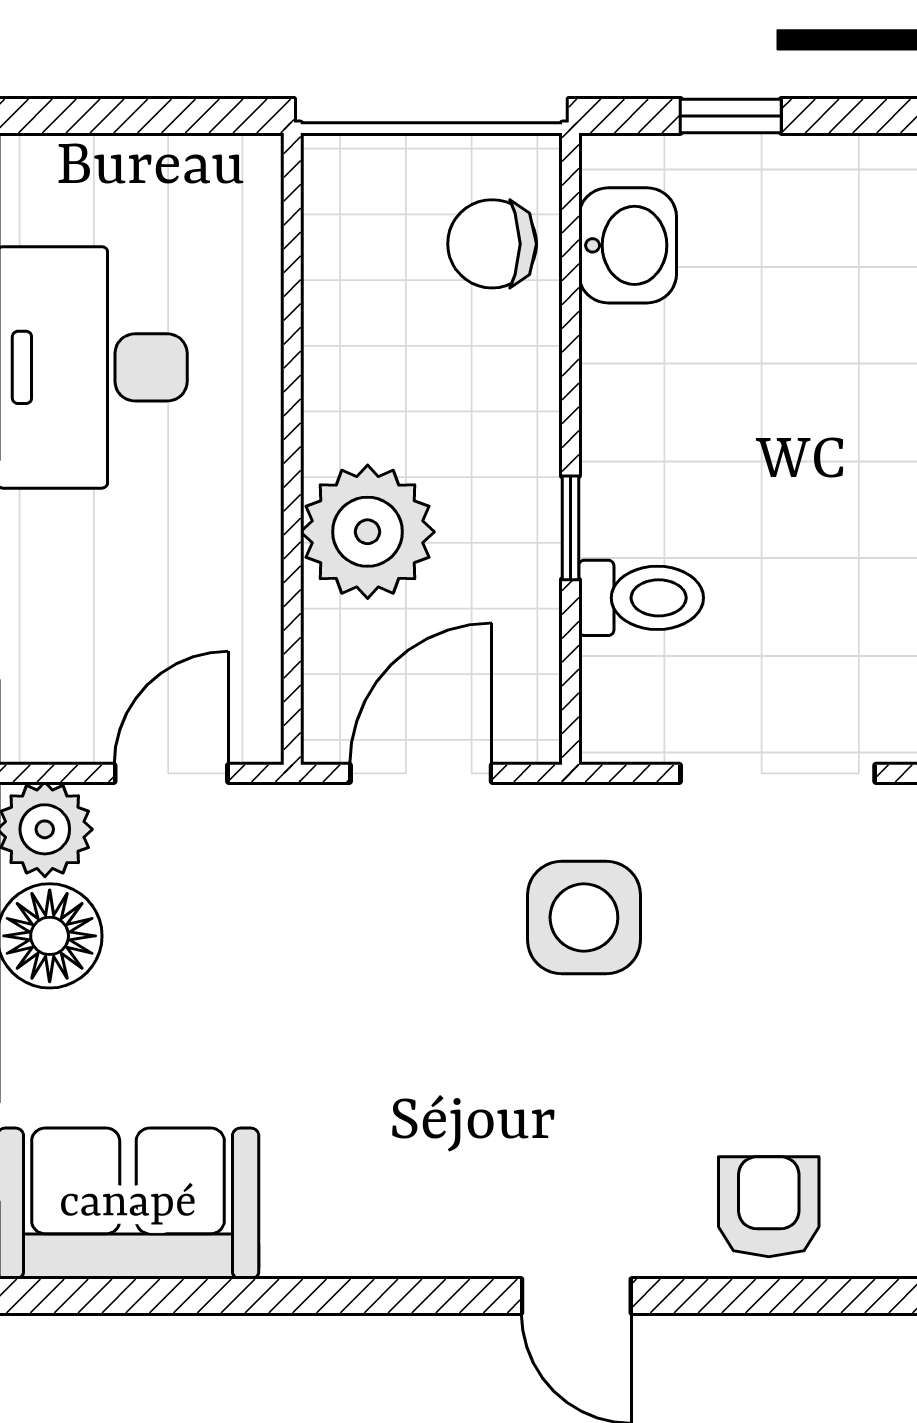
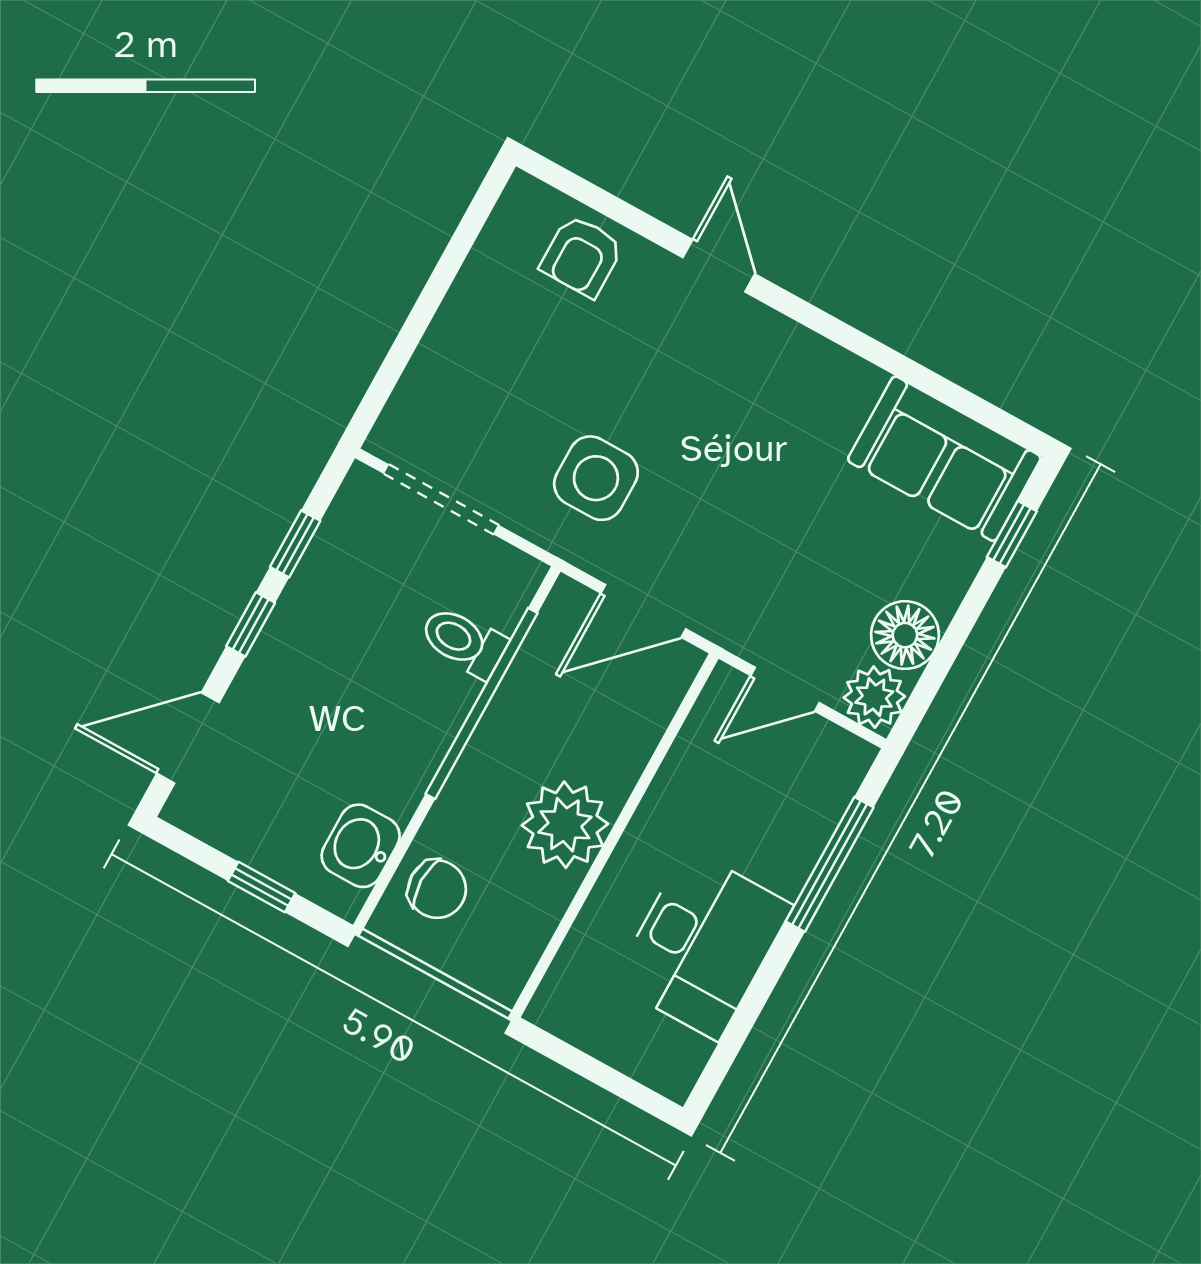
window: (570, 528) -> (482, 703), width x3.17
plant: (368, 532) -> (565, 825), moved

